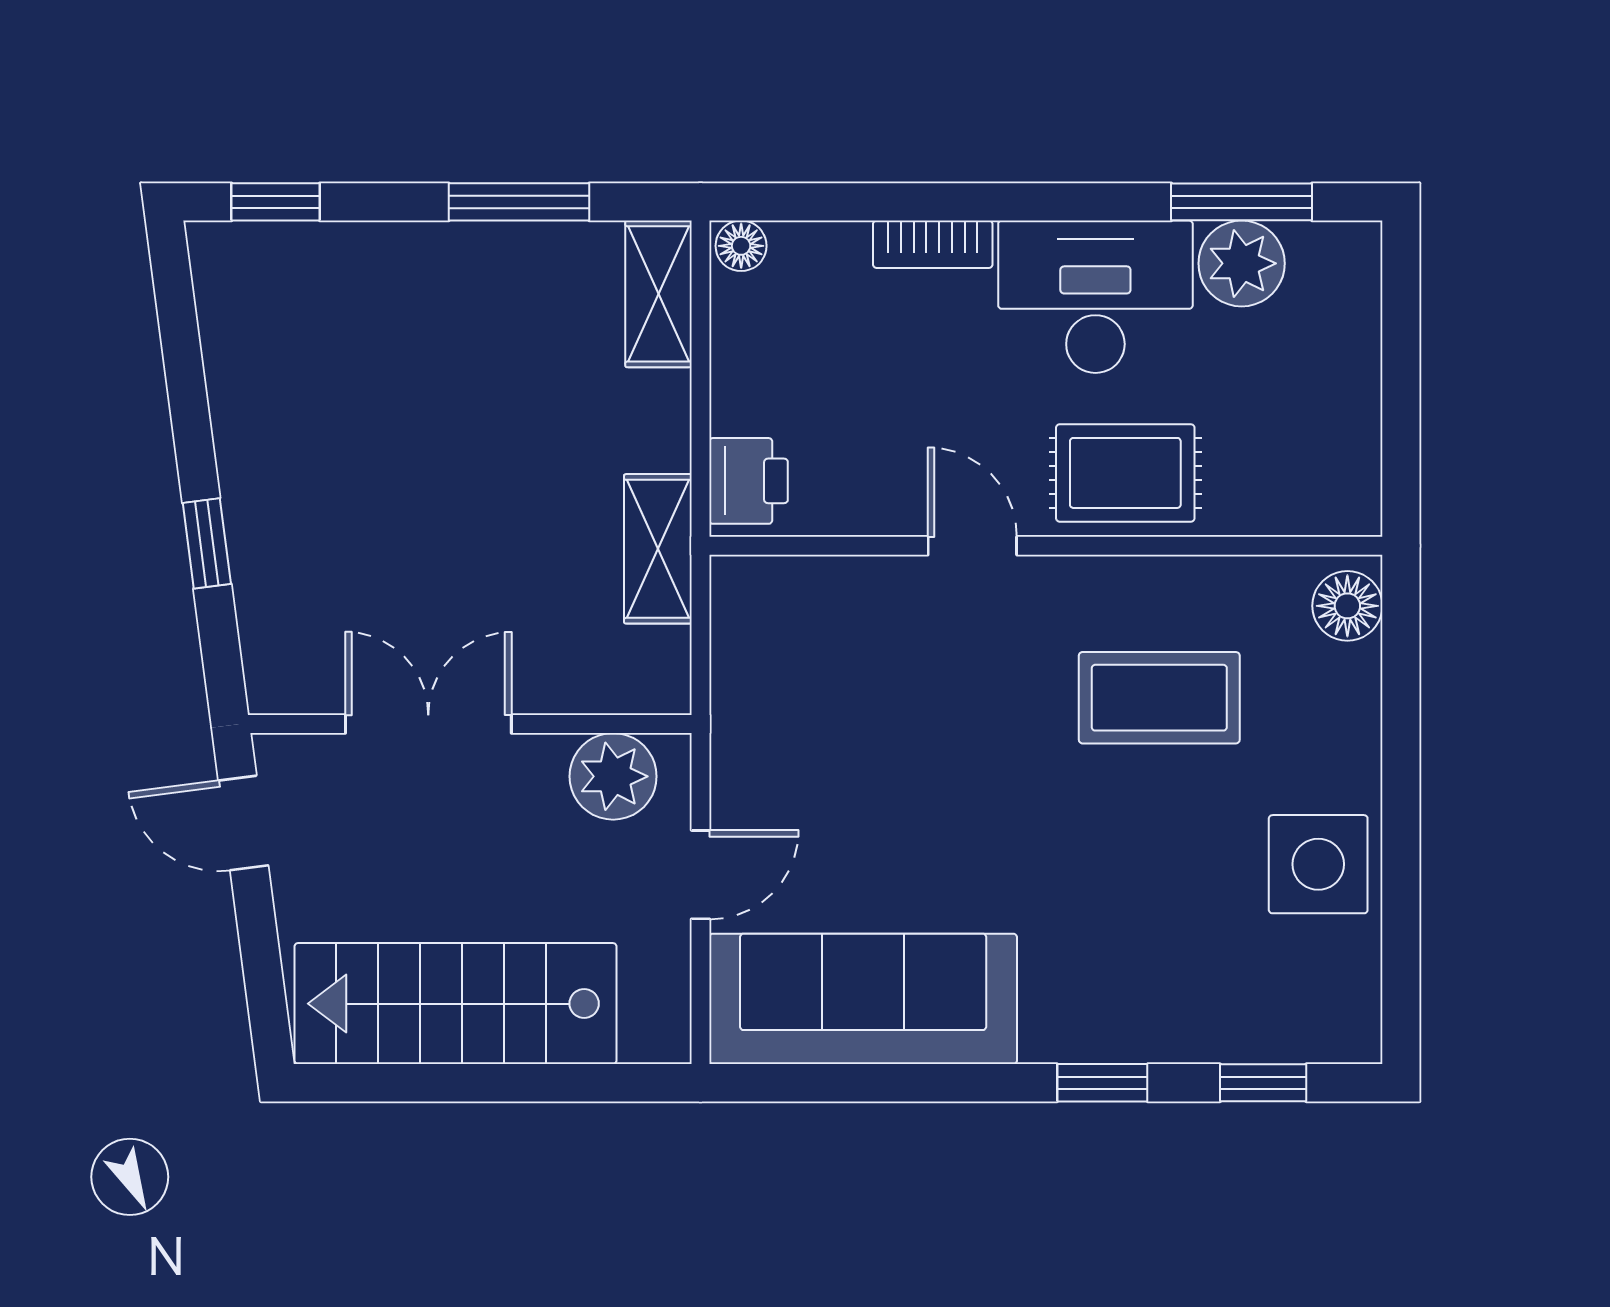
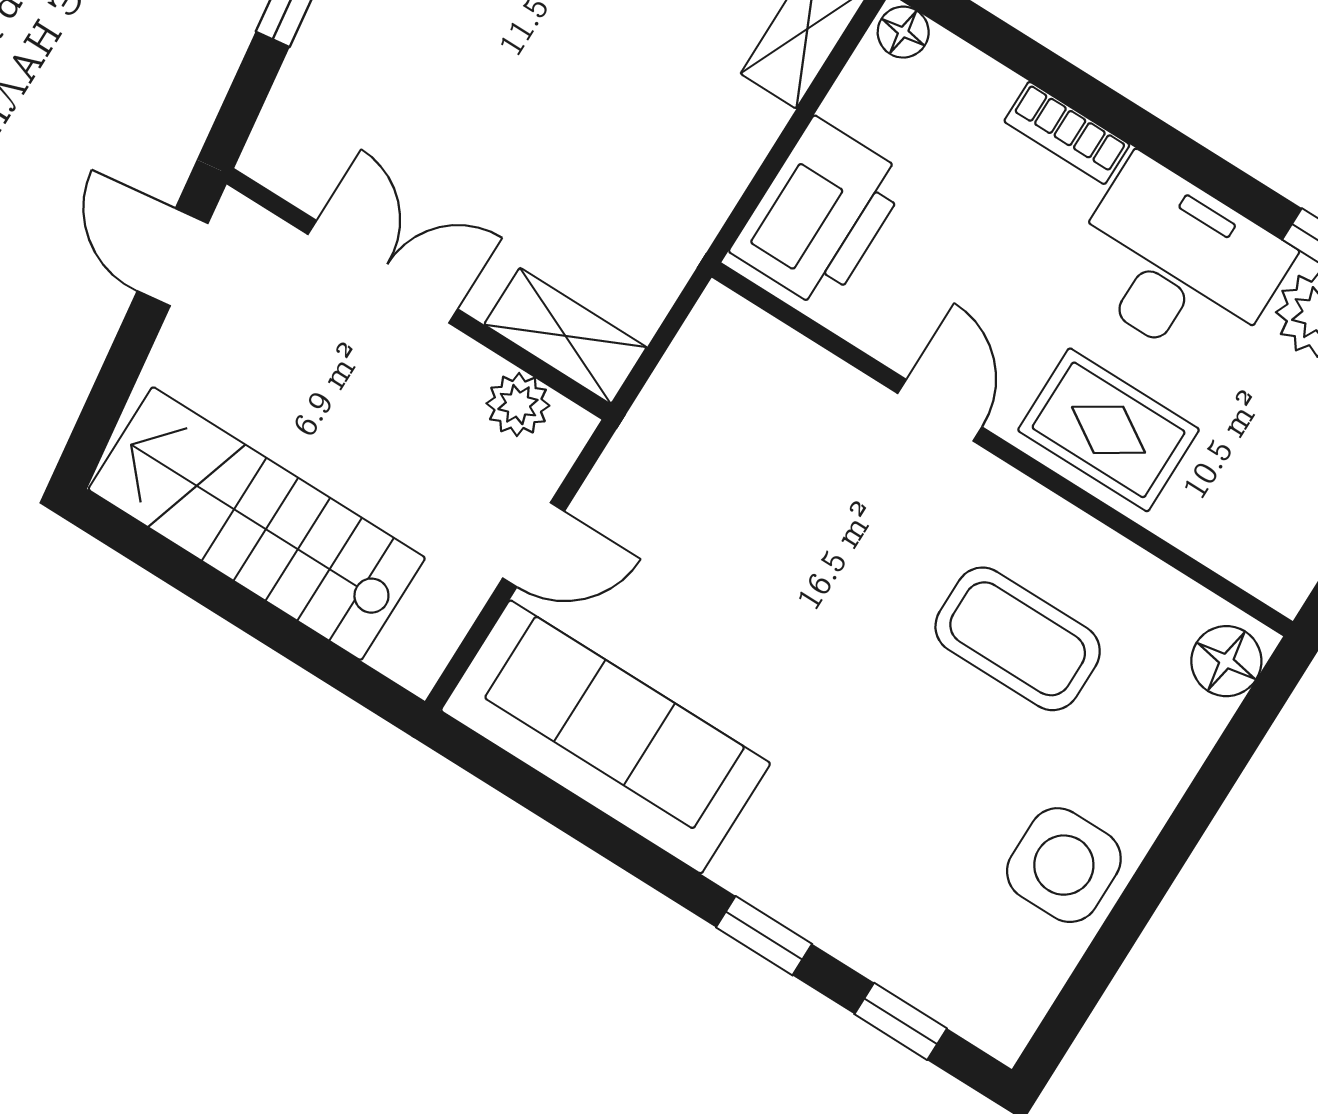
printer: (749, 481) -> (820, 214), width x1.87, depth x1.48
shelving: (658, 549) -> (565, 336), moved, turned 90
plant: (613, 776) -> (518, 405), width x0.73, depth x0.73

